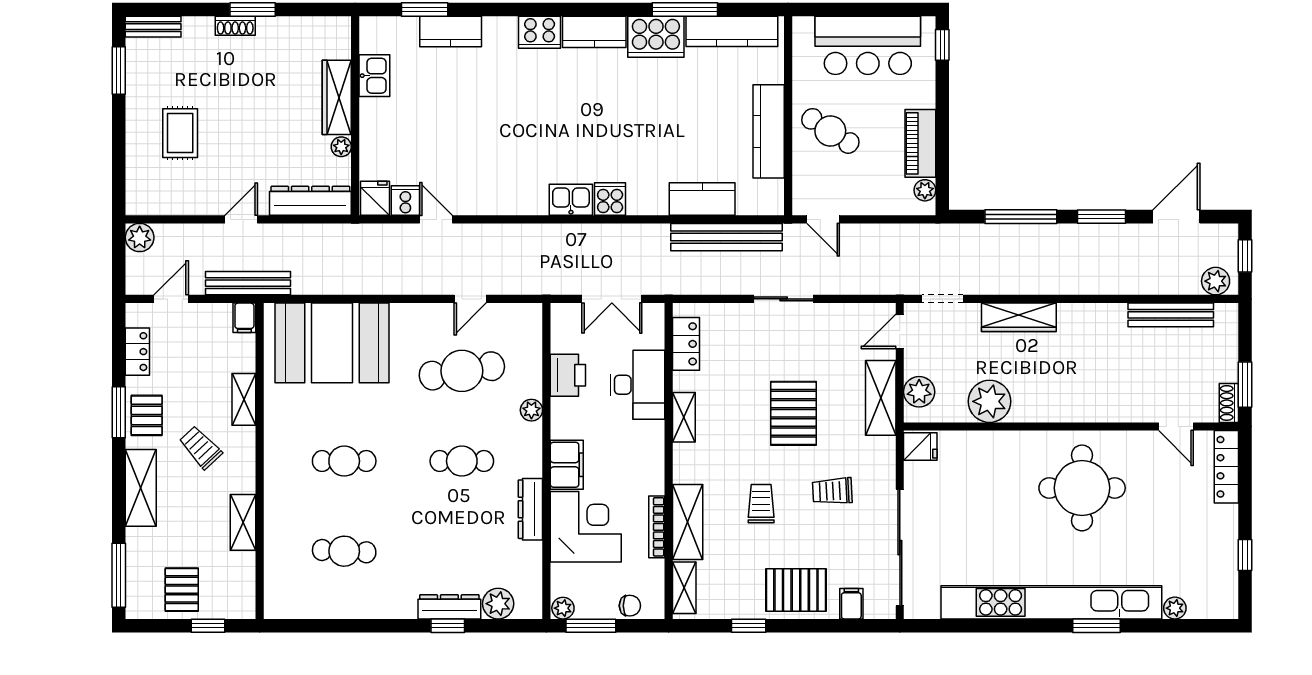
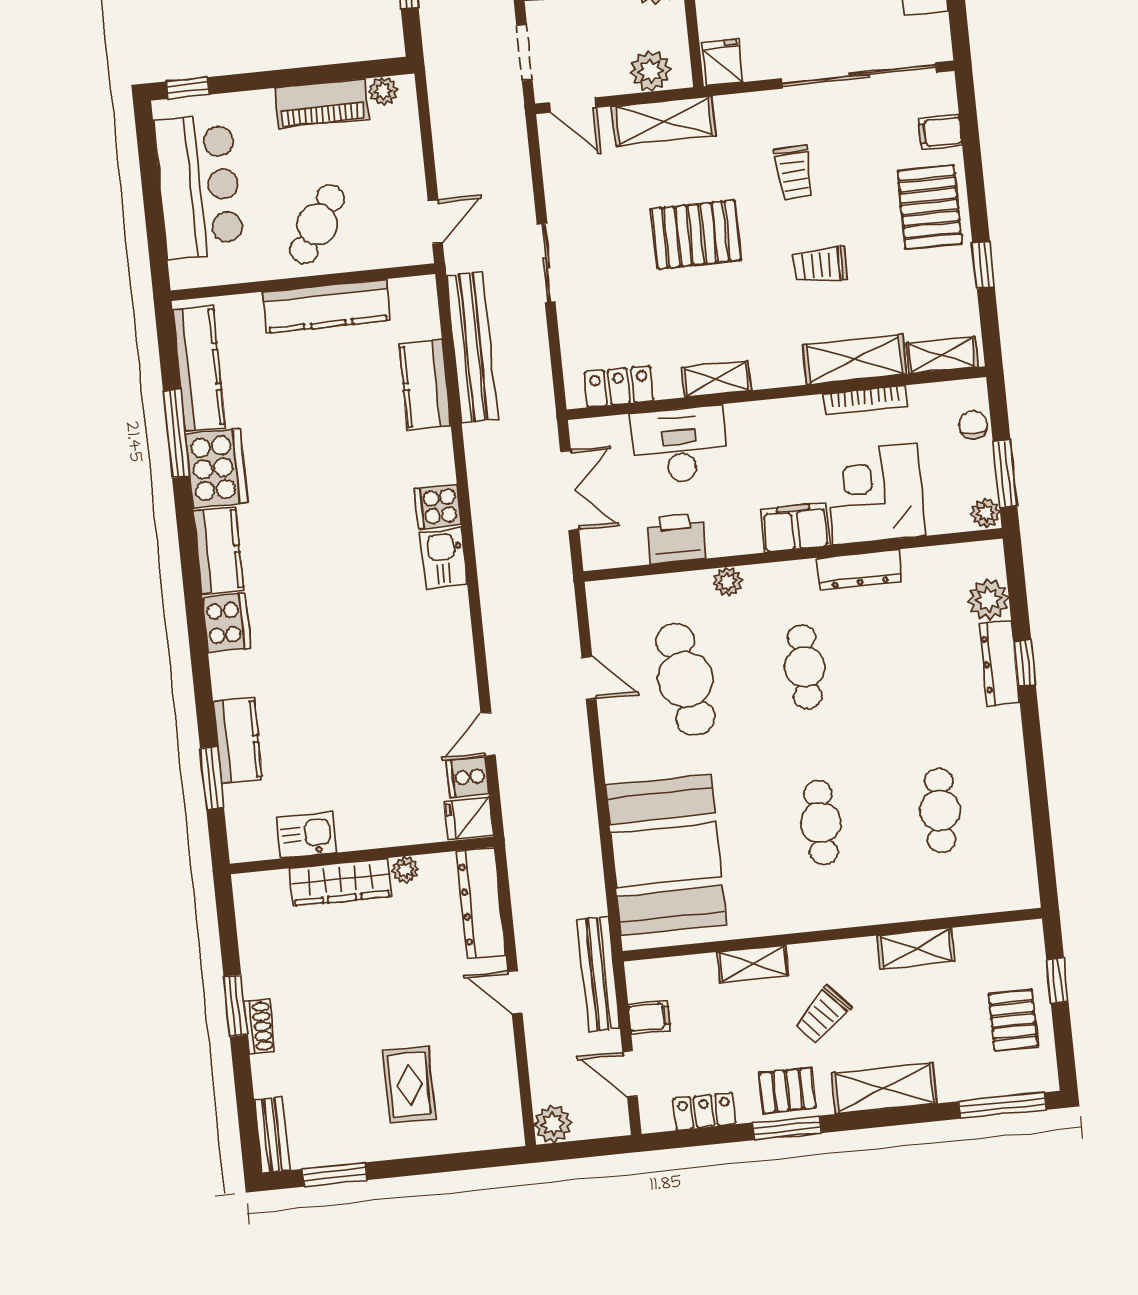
rug: (180, 133) -> (409, 1085), turned 90
filing cabinet: (244, 318) -> (649, 1017), moved
pallet: (182, 590) -> (1013, 1020), turned 90

